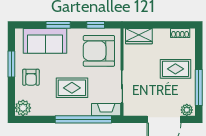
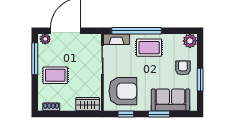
rug: (72, 88) -> (149, 48), moved

